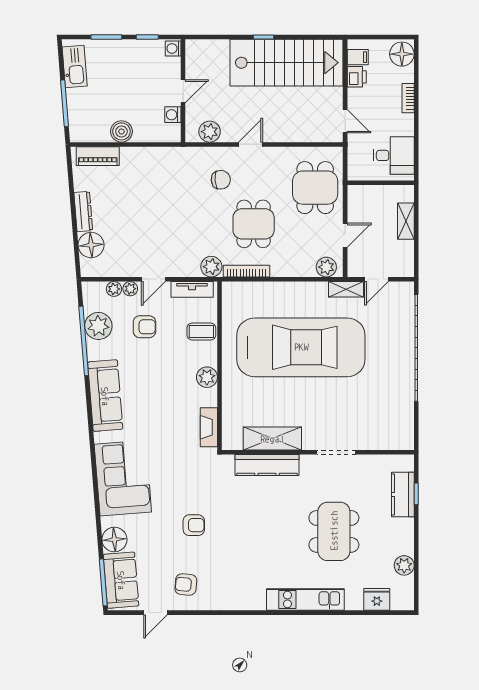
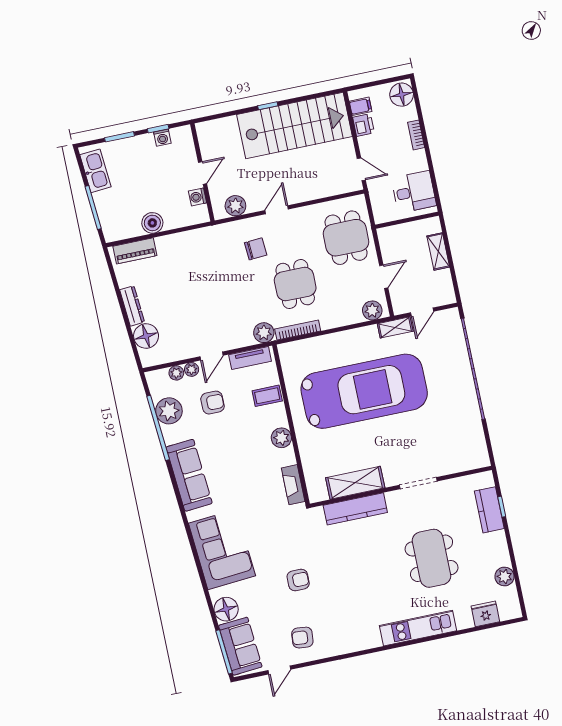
washing machine: (173, 48) -> (162, 138), moved, turned -90

